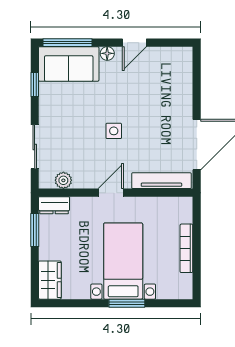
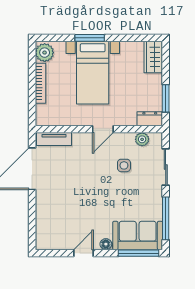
window: (35, 85) -> (166, 218), width x2.17
side table: (114, 131) -> (124, 165), moved
tv unit: (161, 181) -> (54, 139), width x0.71
plant: (181, 285) -> (45, 53), added

